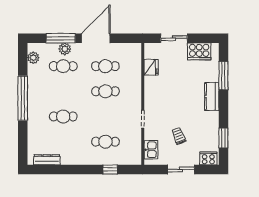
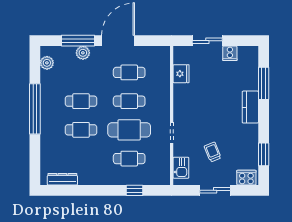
cooker: (199, 51) -> (230, 53), width x0.53, depth x0.76
cafe table: (63, 66) -> (81, 101), moved
cafe table: (105, 116) -> (129, 130), added

